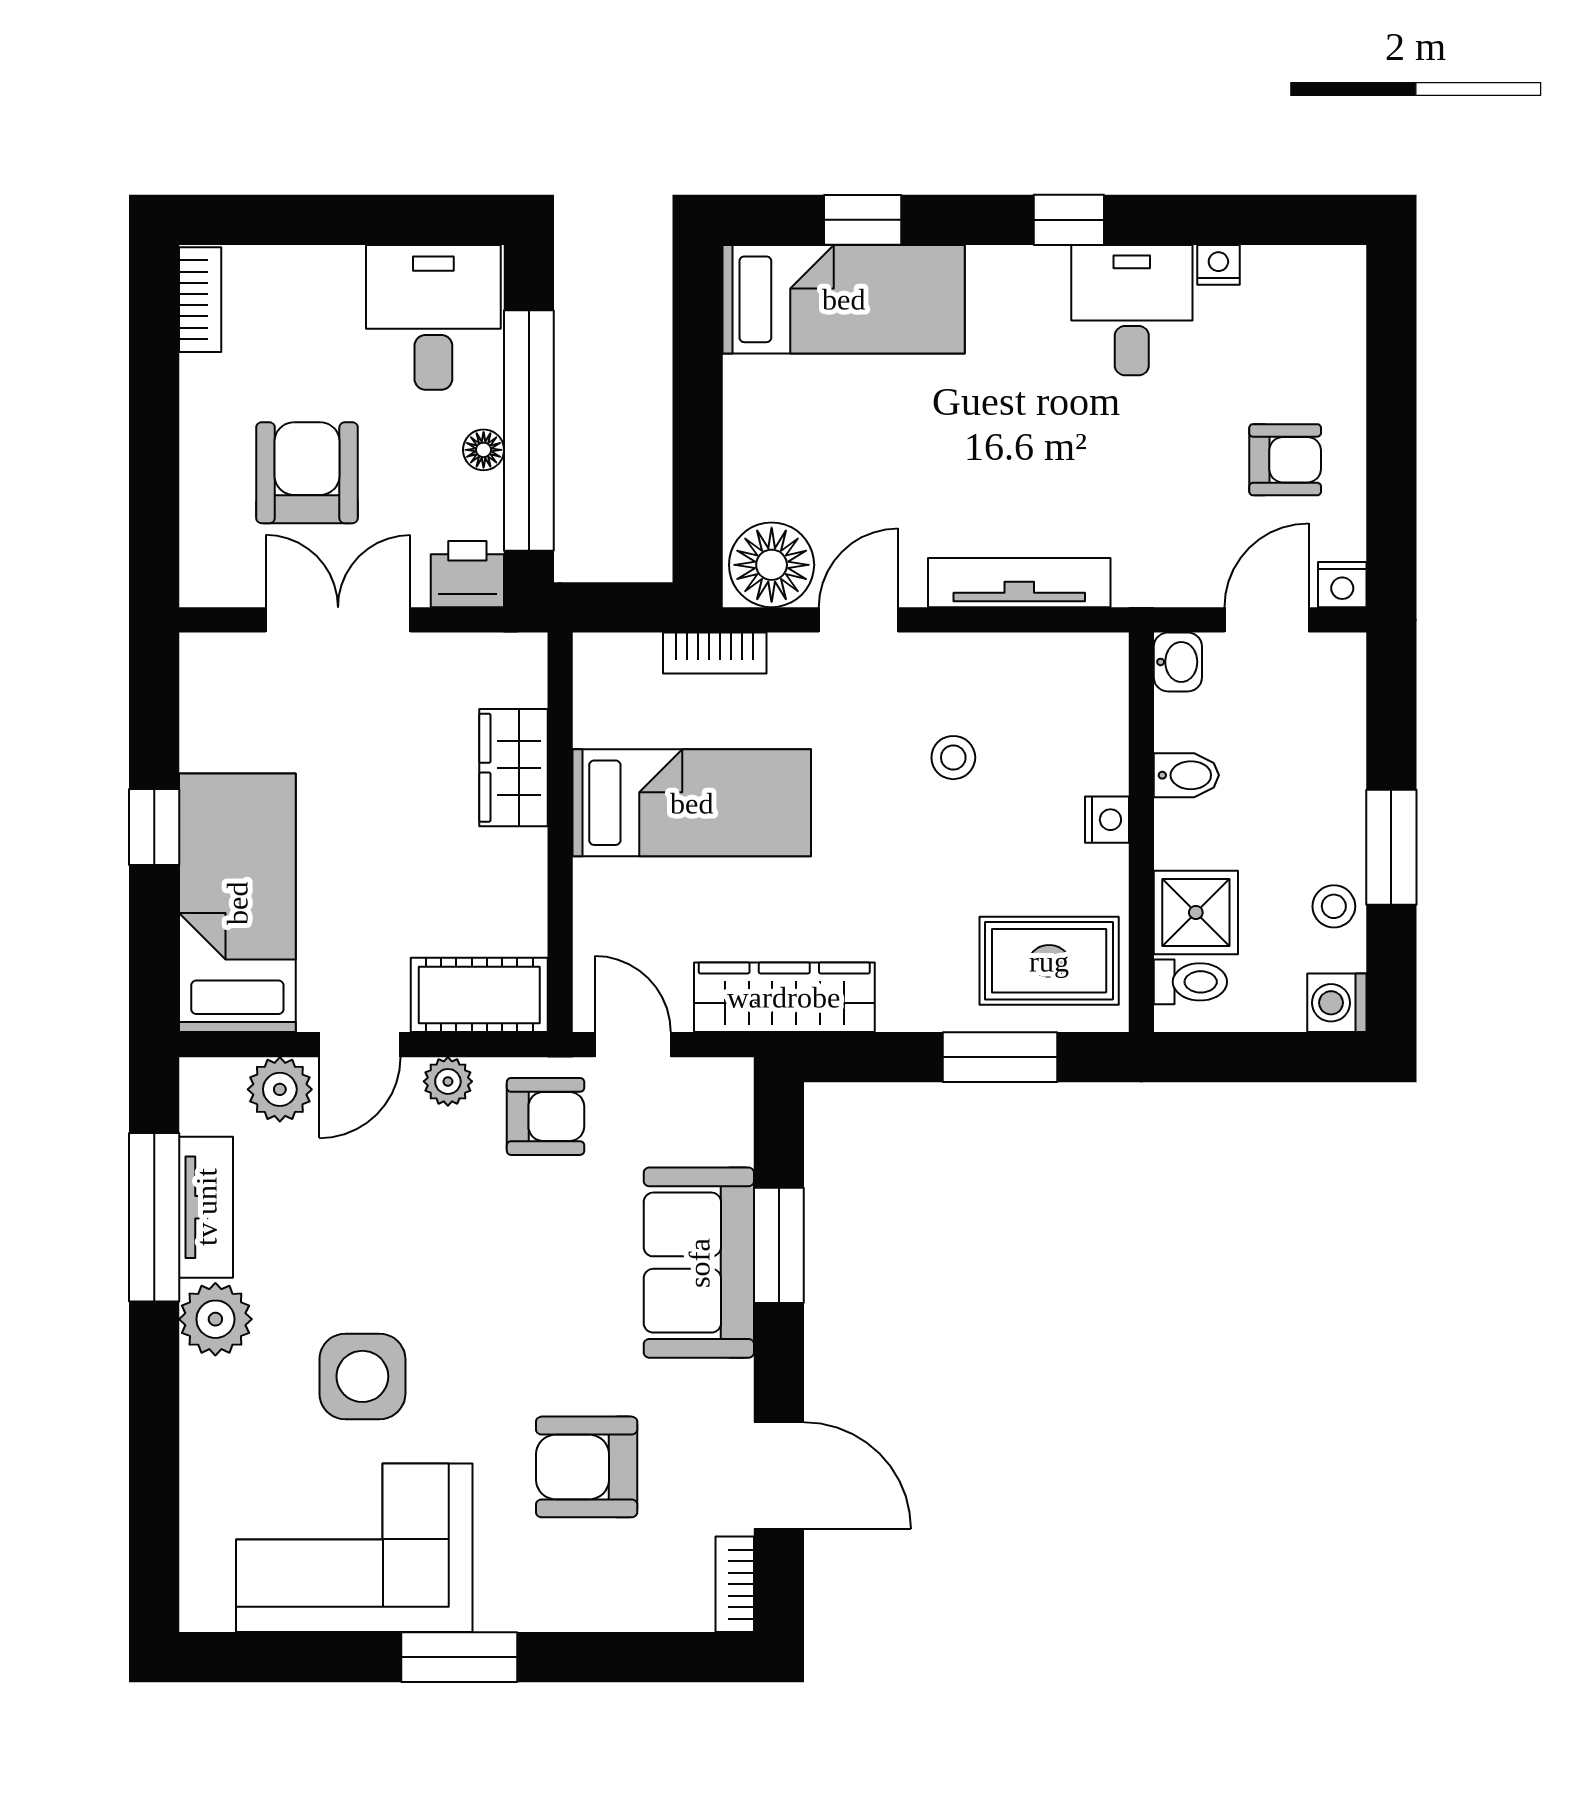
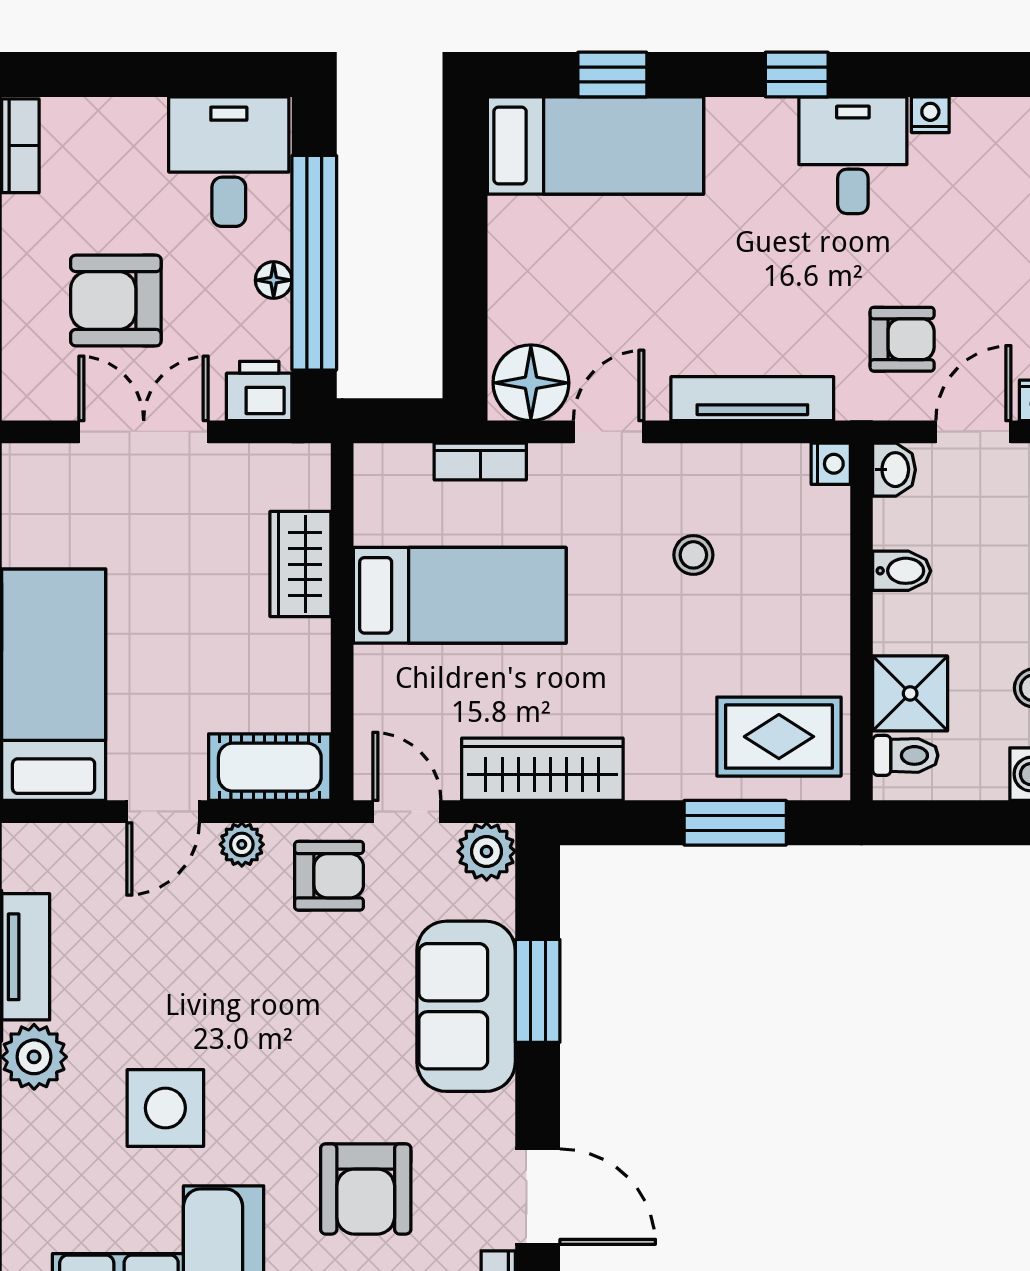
armchair: (1285, 460) -> (902, 339), moved
armchair: (307, 473) -> (116, 301), turned -90
nightstand: (1107, 820) -> (831, 464), moved
plant: (280, 1089) -> (487, 851), moved
armchair: (587, 1467) -> (366, 1189), turned -90

